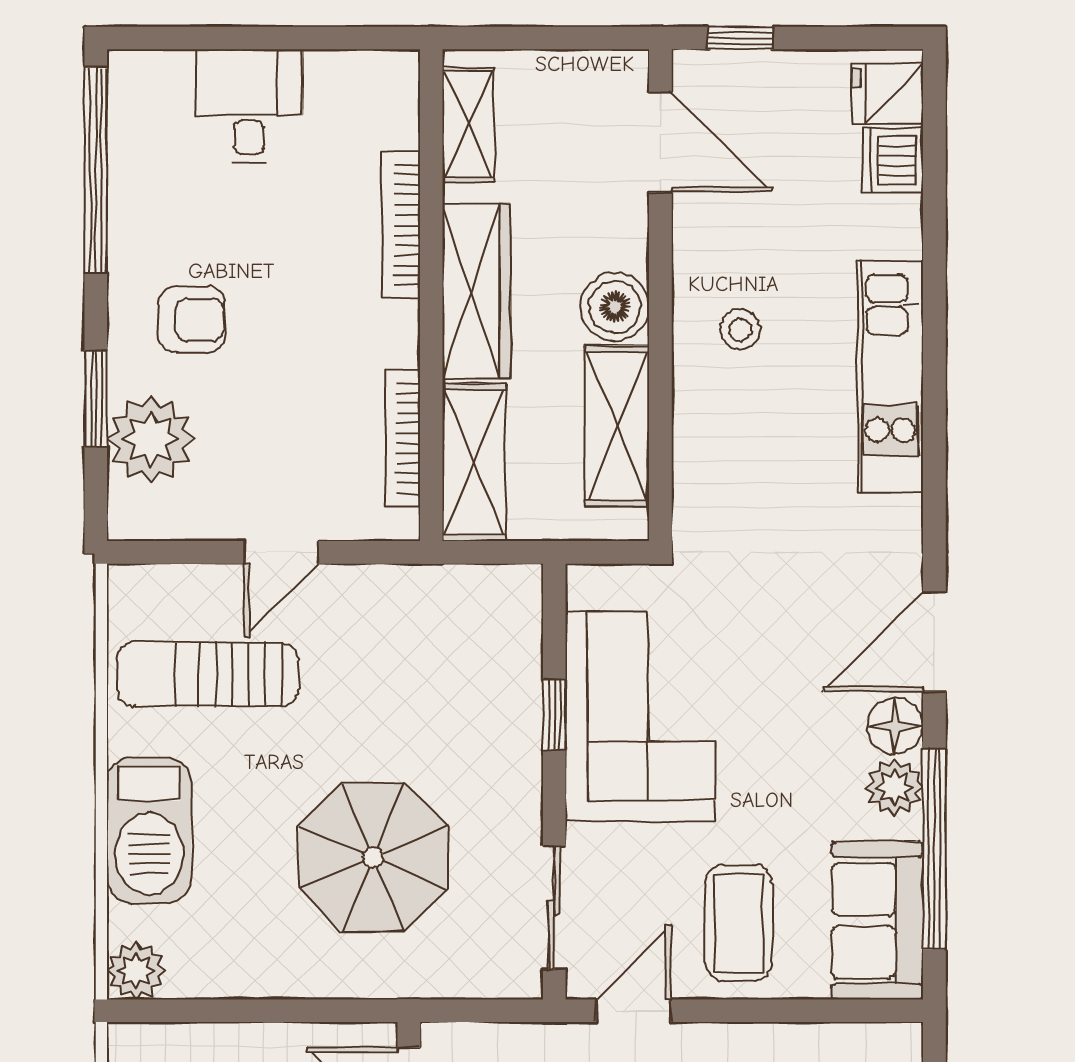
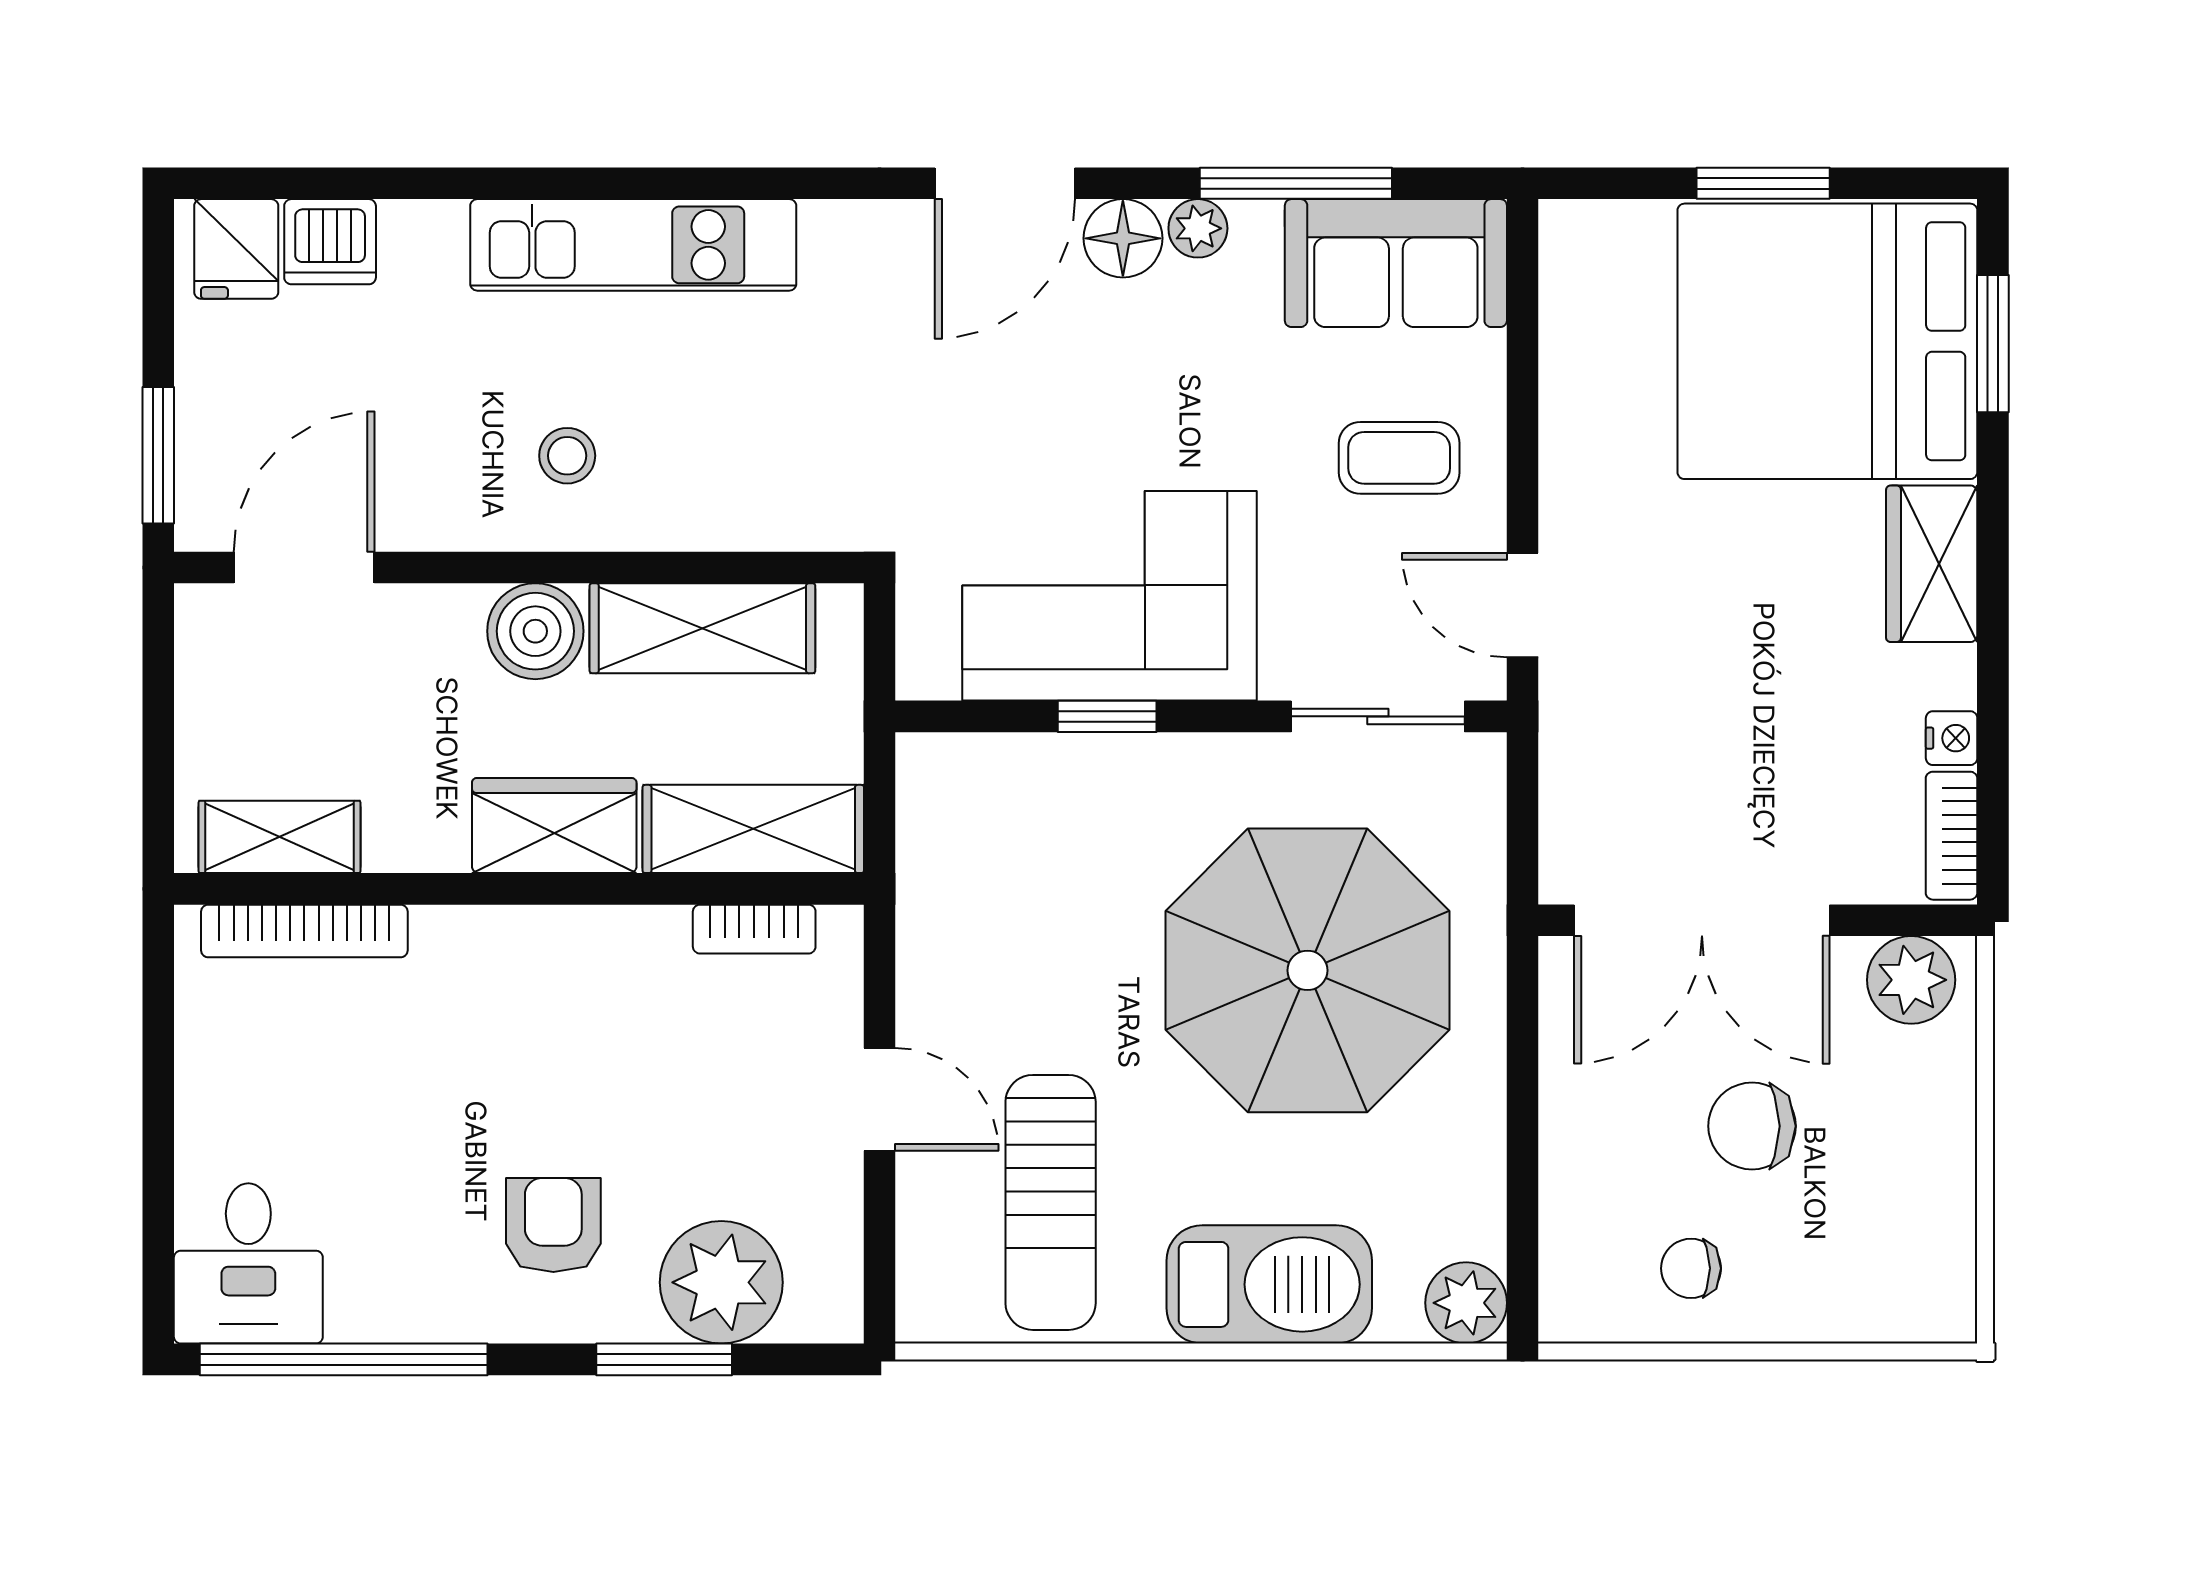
window: (740, 38) -> (158, 455), width x1.50
desk: (249, 106) -> (248, 1263), moved, turned -90
bookcase: (401, 225) -> (304, 931), moved
wardrobe: (476, 291) -> (554, 826), width x0.67
bookcase: (403, 438) -> (754, 929), width x0.64
door: (934, 642) -> (1005, 183), hinge flipped
plant: (894, 787) -> (1198, 228), width x0.73, depth x0.73
window: (934, 849) -> (1296, 183), width x0.68
parasol: (373, 857) -> (1307, 970), width x1.36, depth x1.36
coffee table: (739, 923) -> (1399, 458), width x0.73, depth x0.77

